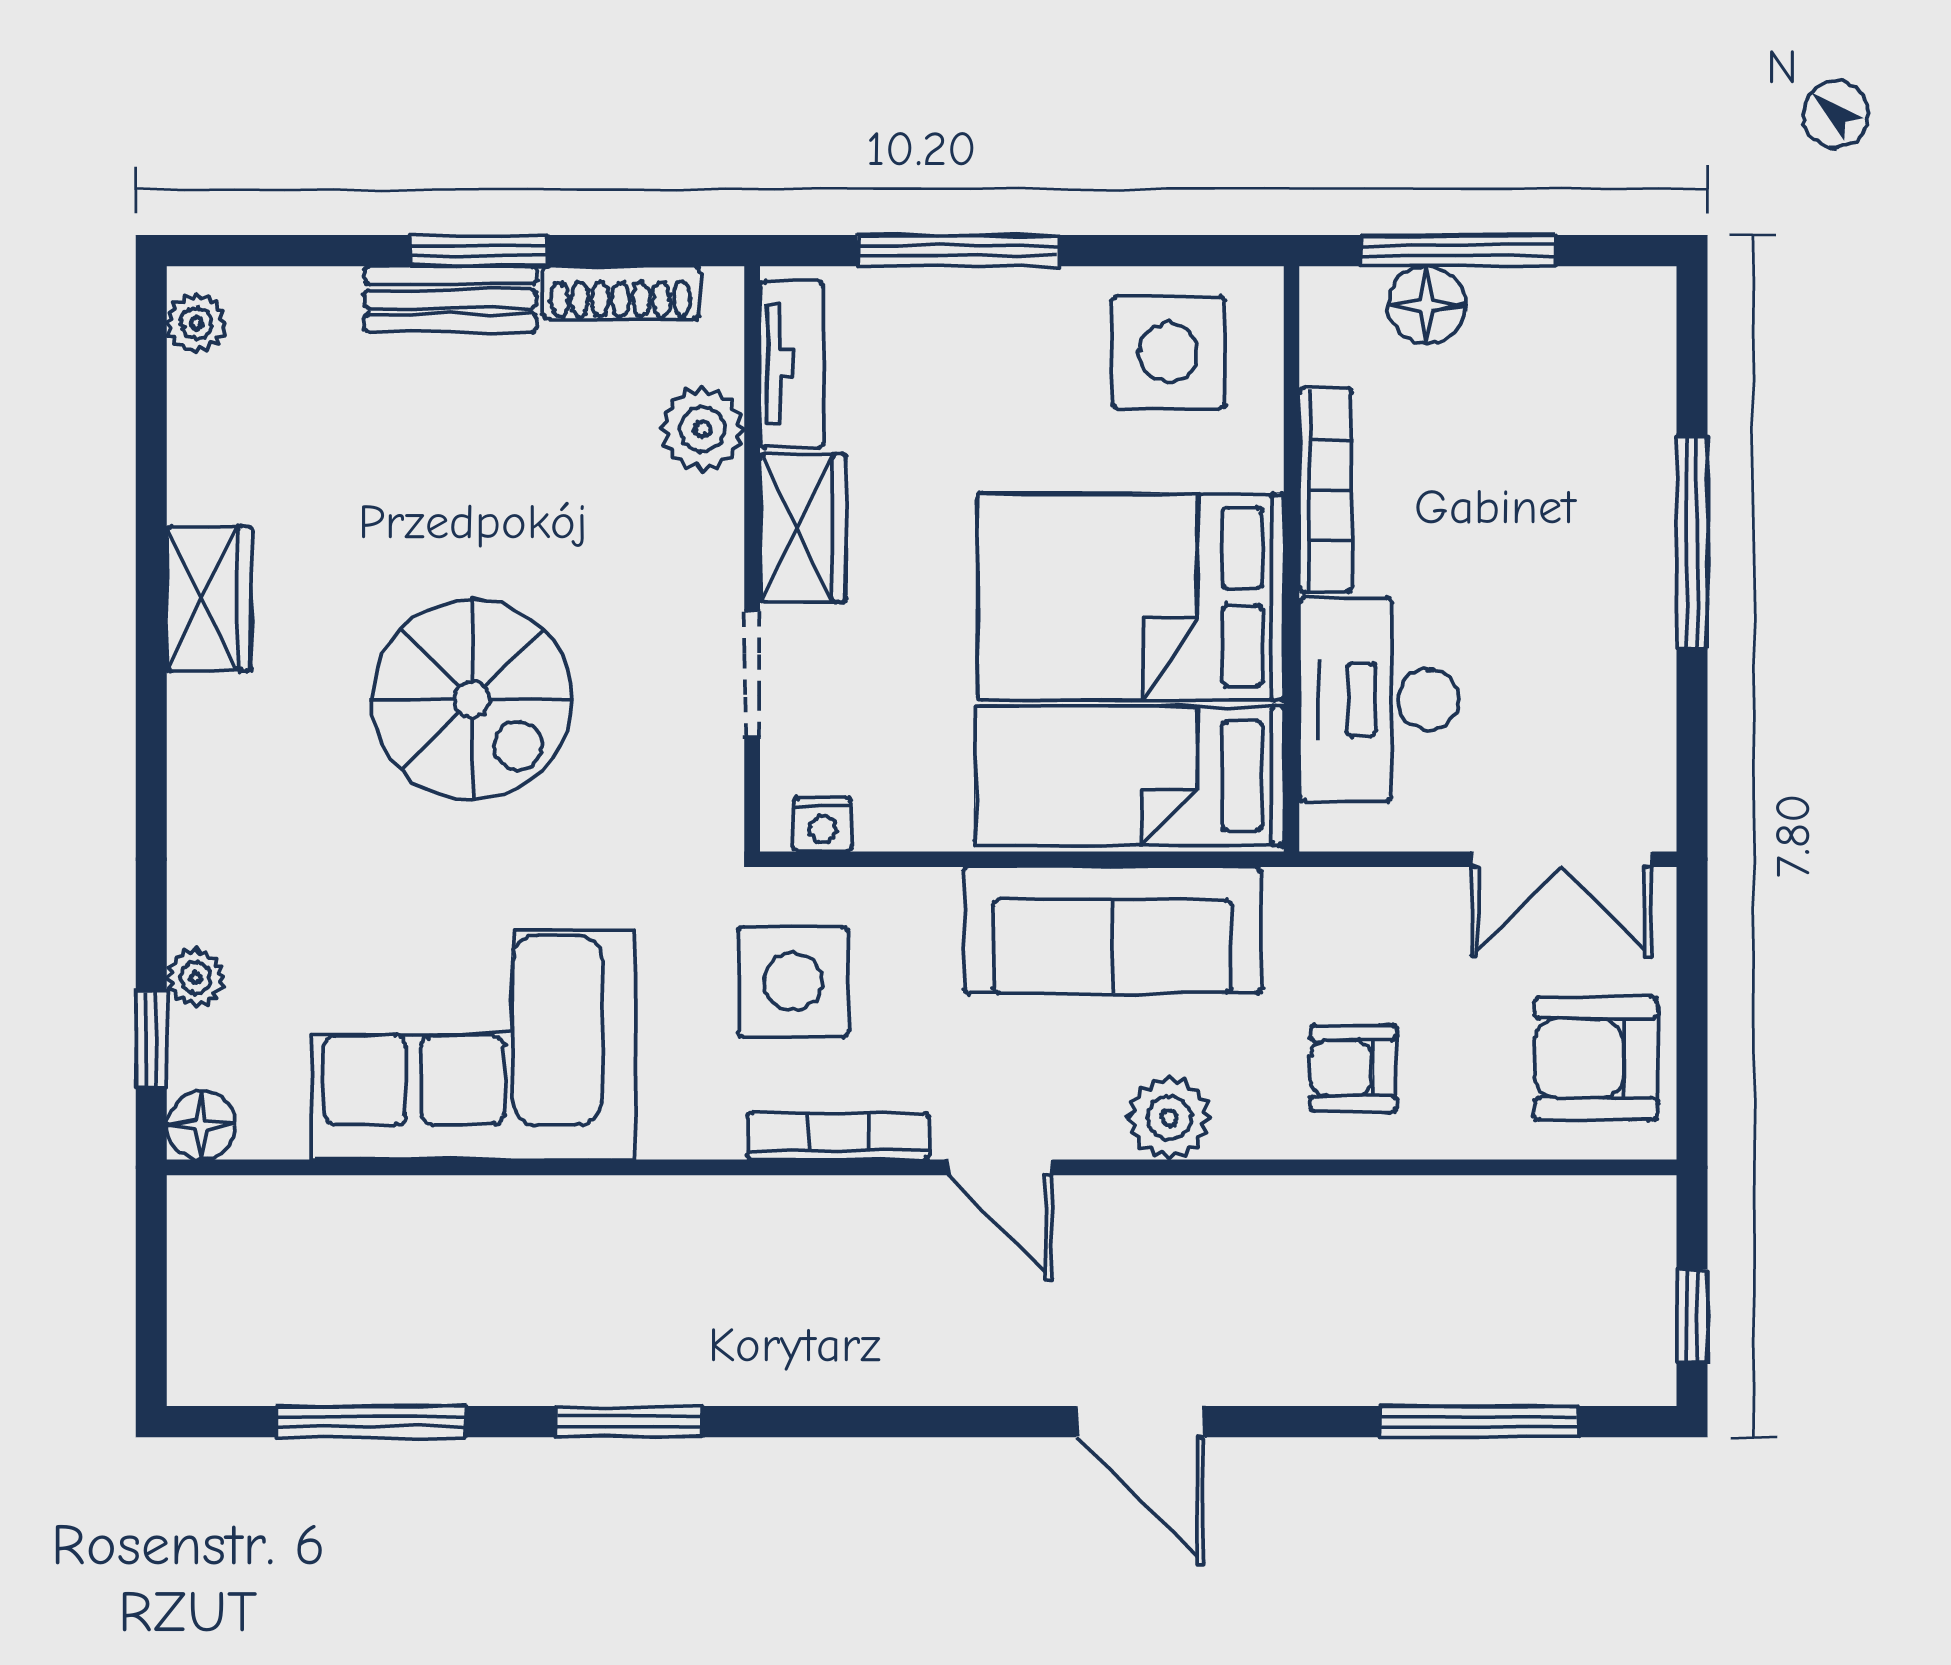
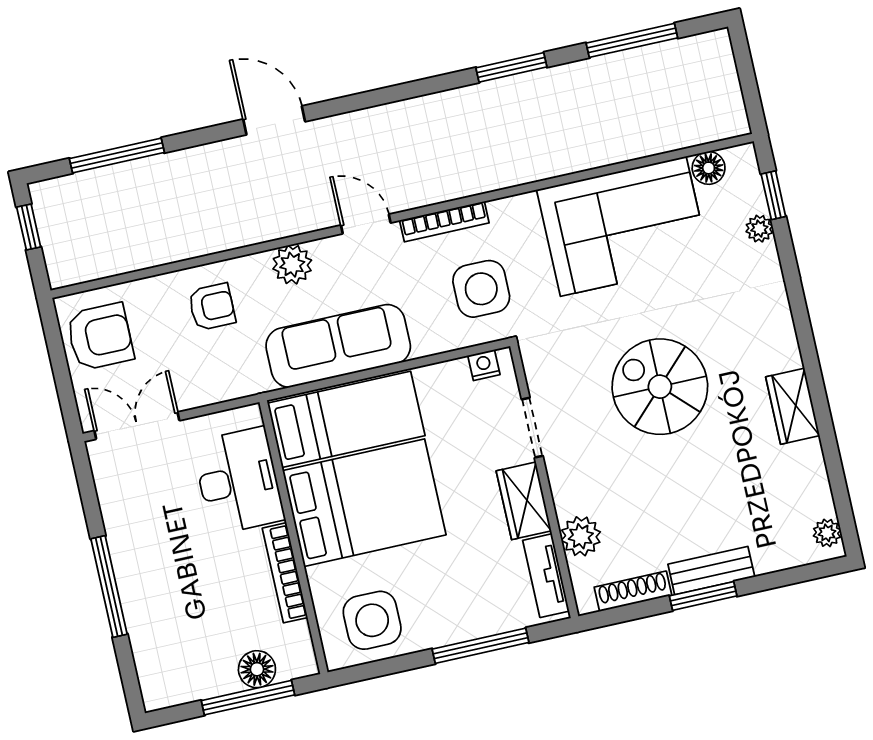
floor lamp: (201, 1125) -> (709, 168), moved

